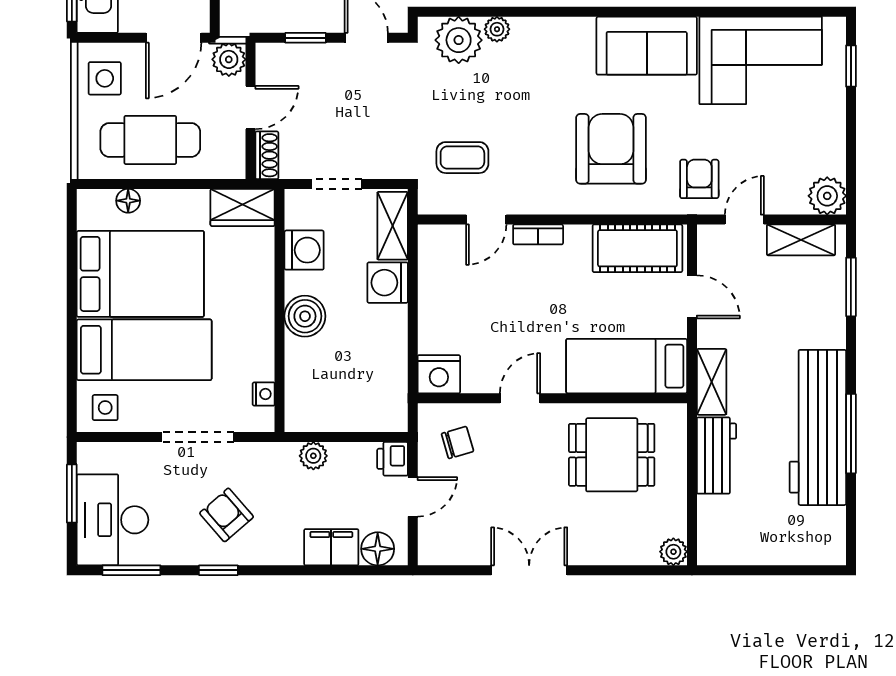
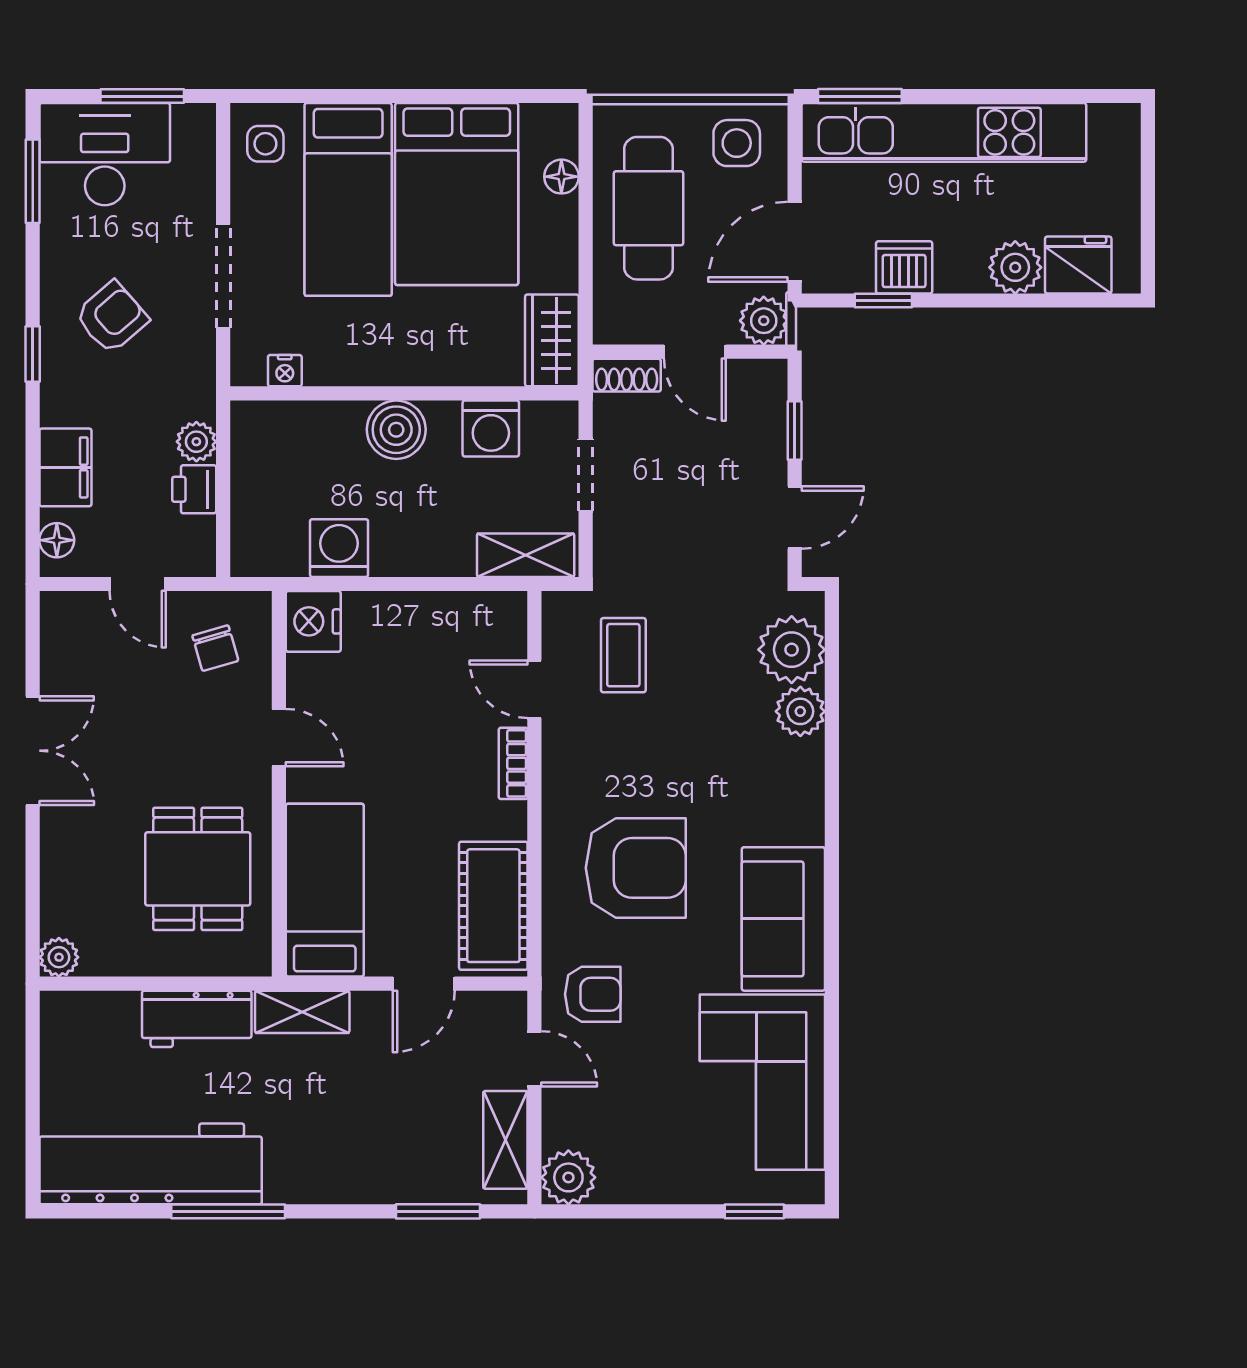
plant: (497, 29) -> (800, 711), width x1.38, depth x1.38
door: (174, 38) -> (795, 242), hinge flipped
washing machine: (388, 283) -> (339, 548), moved
workbench: (818, 427) -> (151, 1164), moved
printer: (393, 459) -> (194, 489), moved, turned -90
floor lamp: (378, 549) -> (57, 540), width x0.73, depth x0.73
window: (218, 570) -> (33, 354), moved

